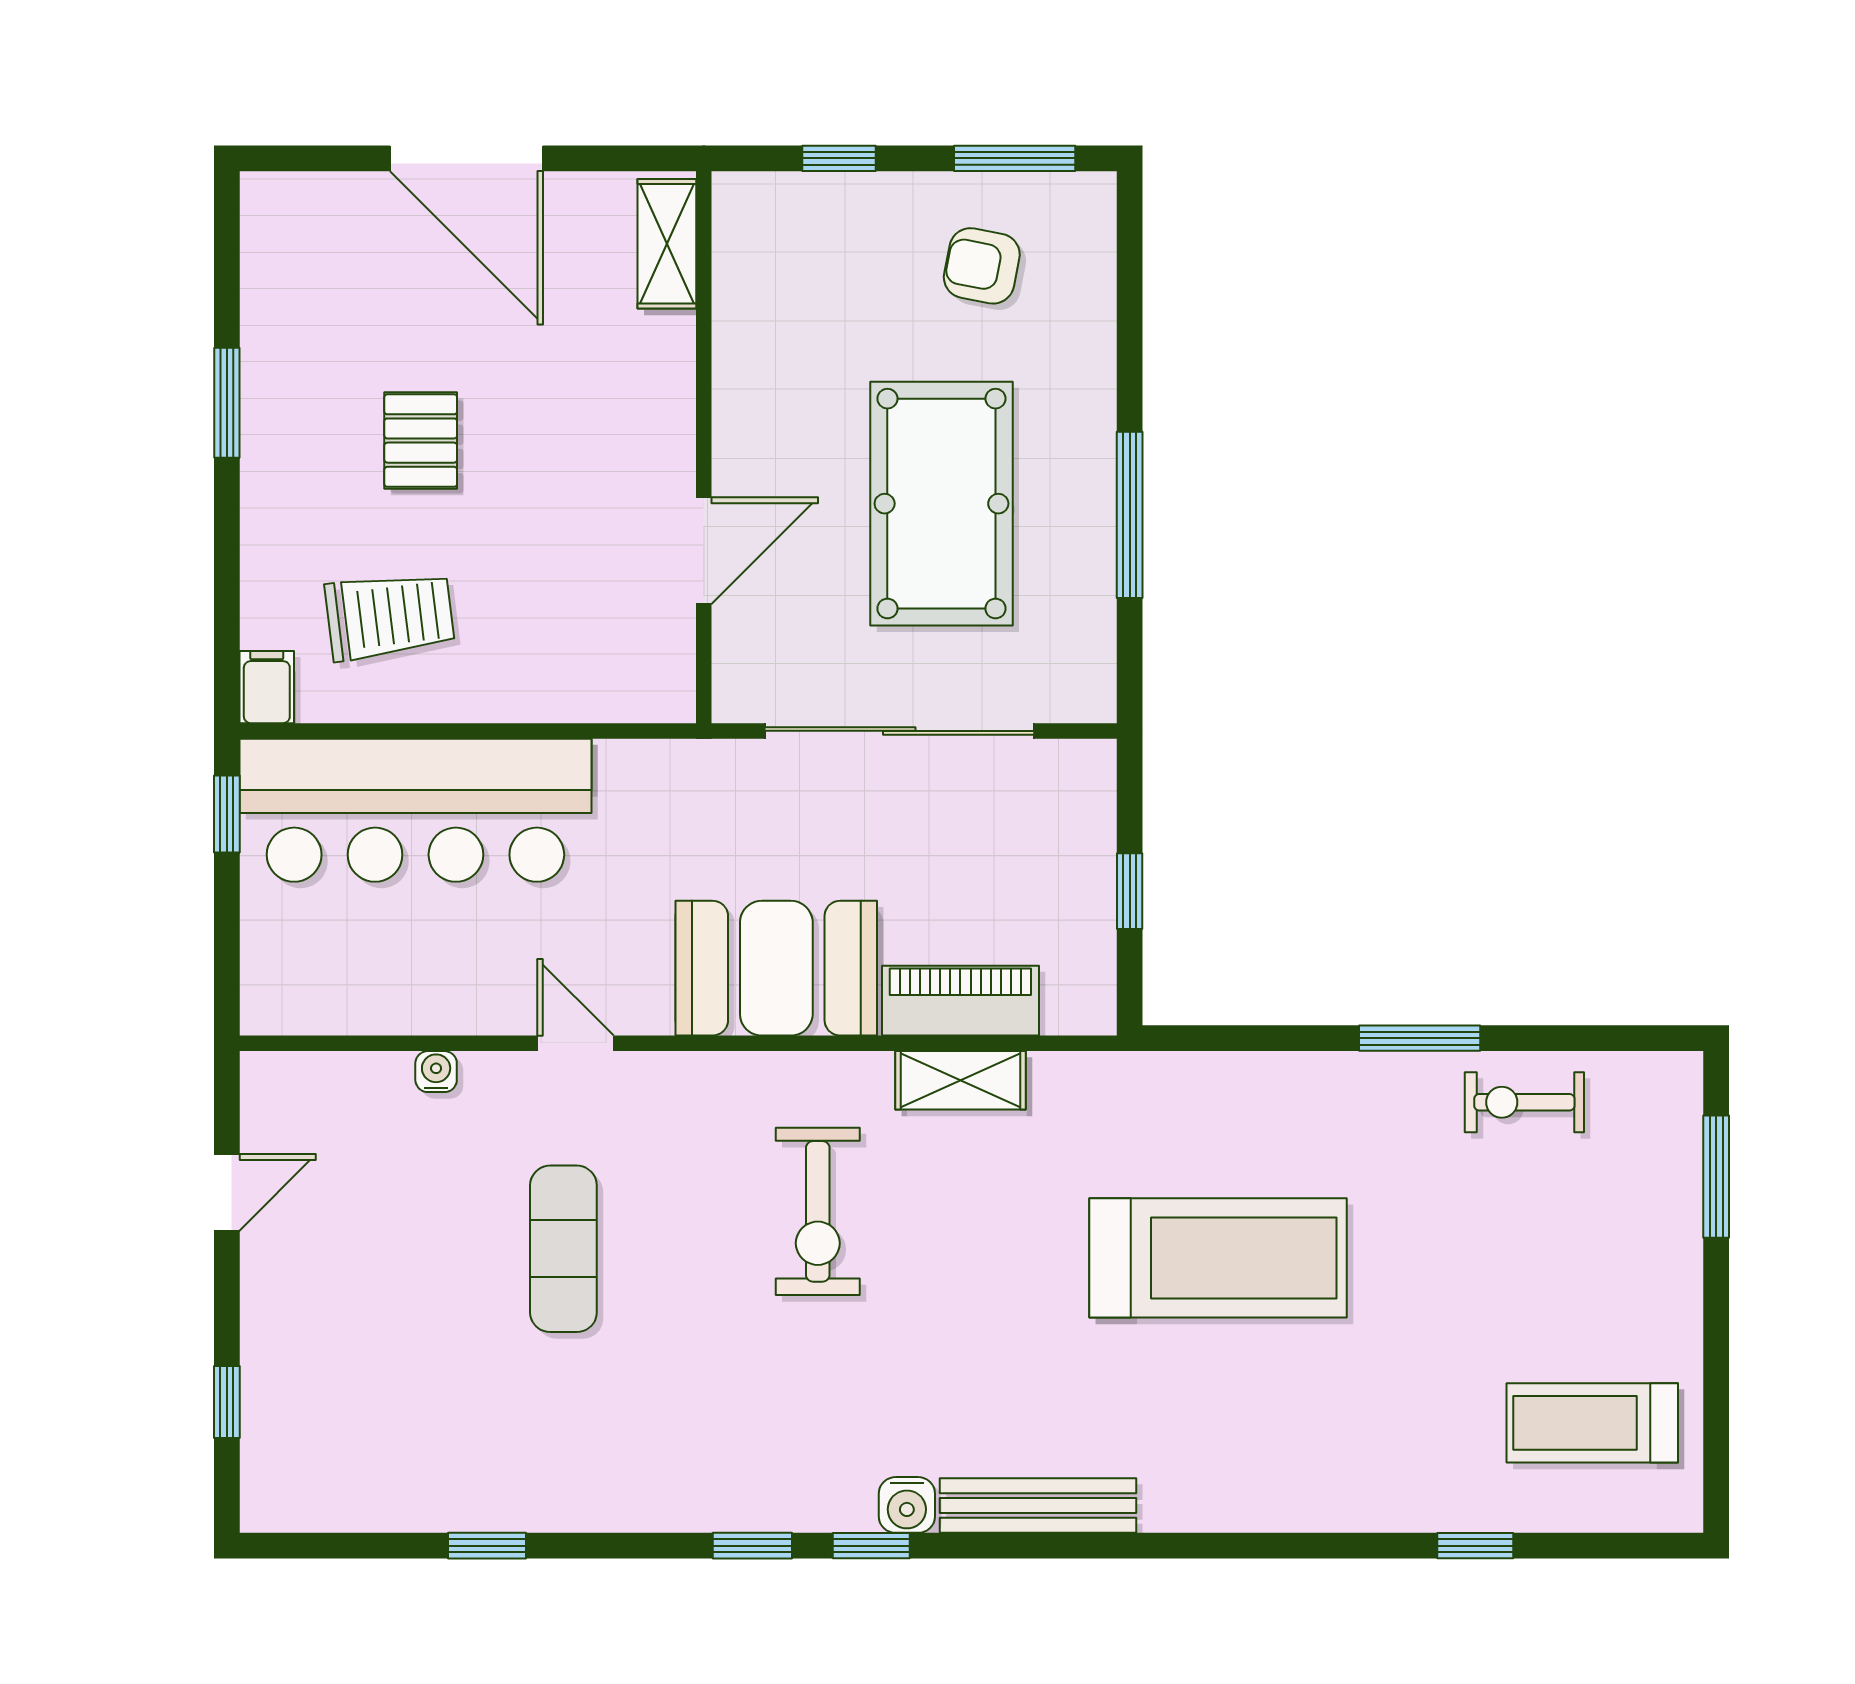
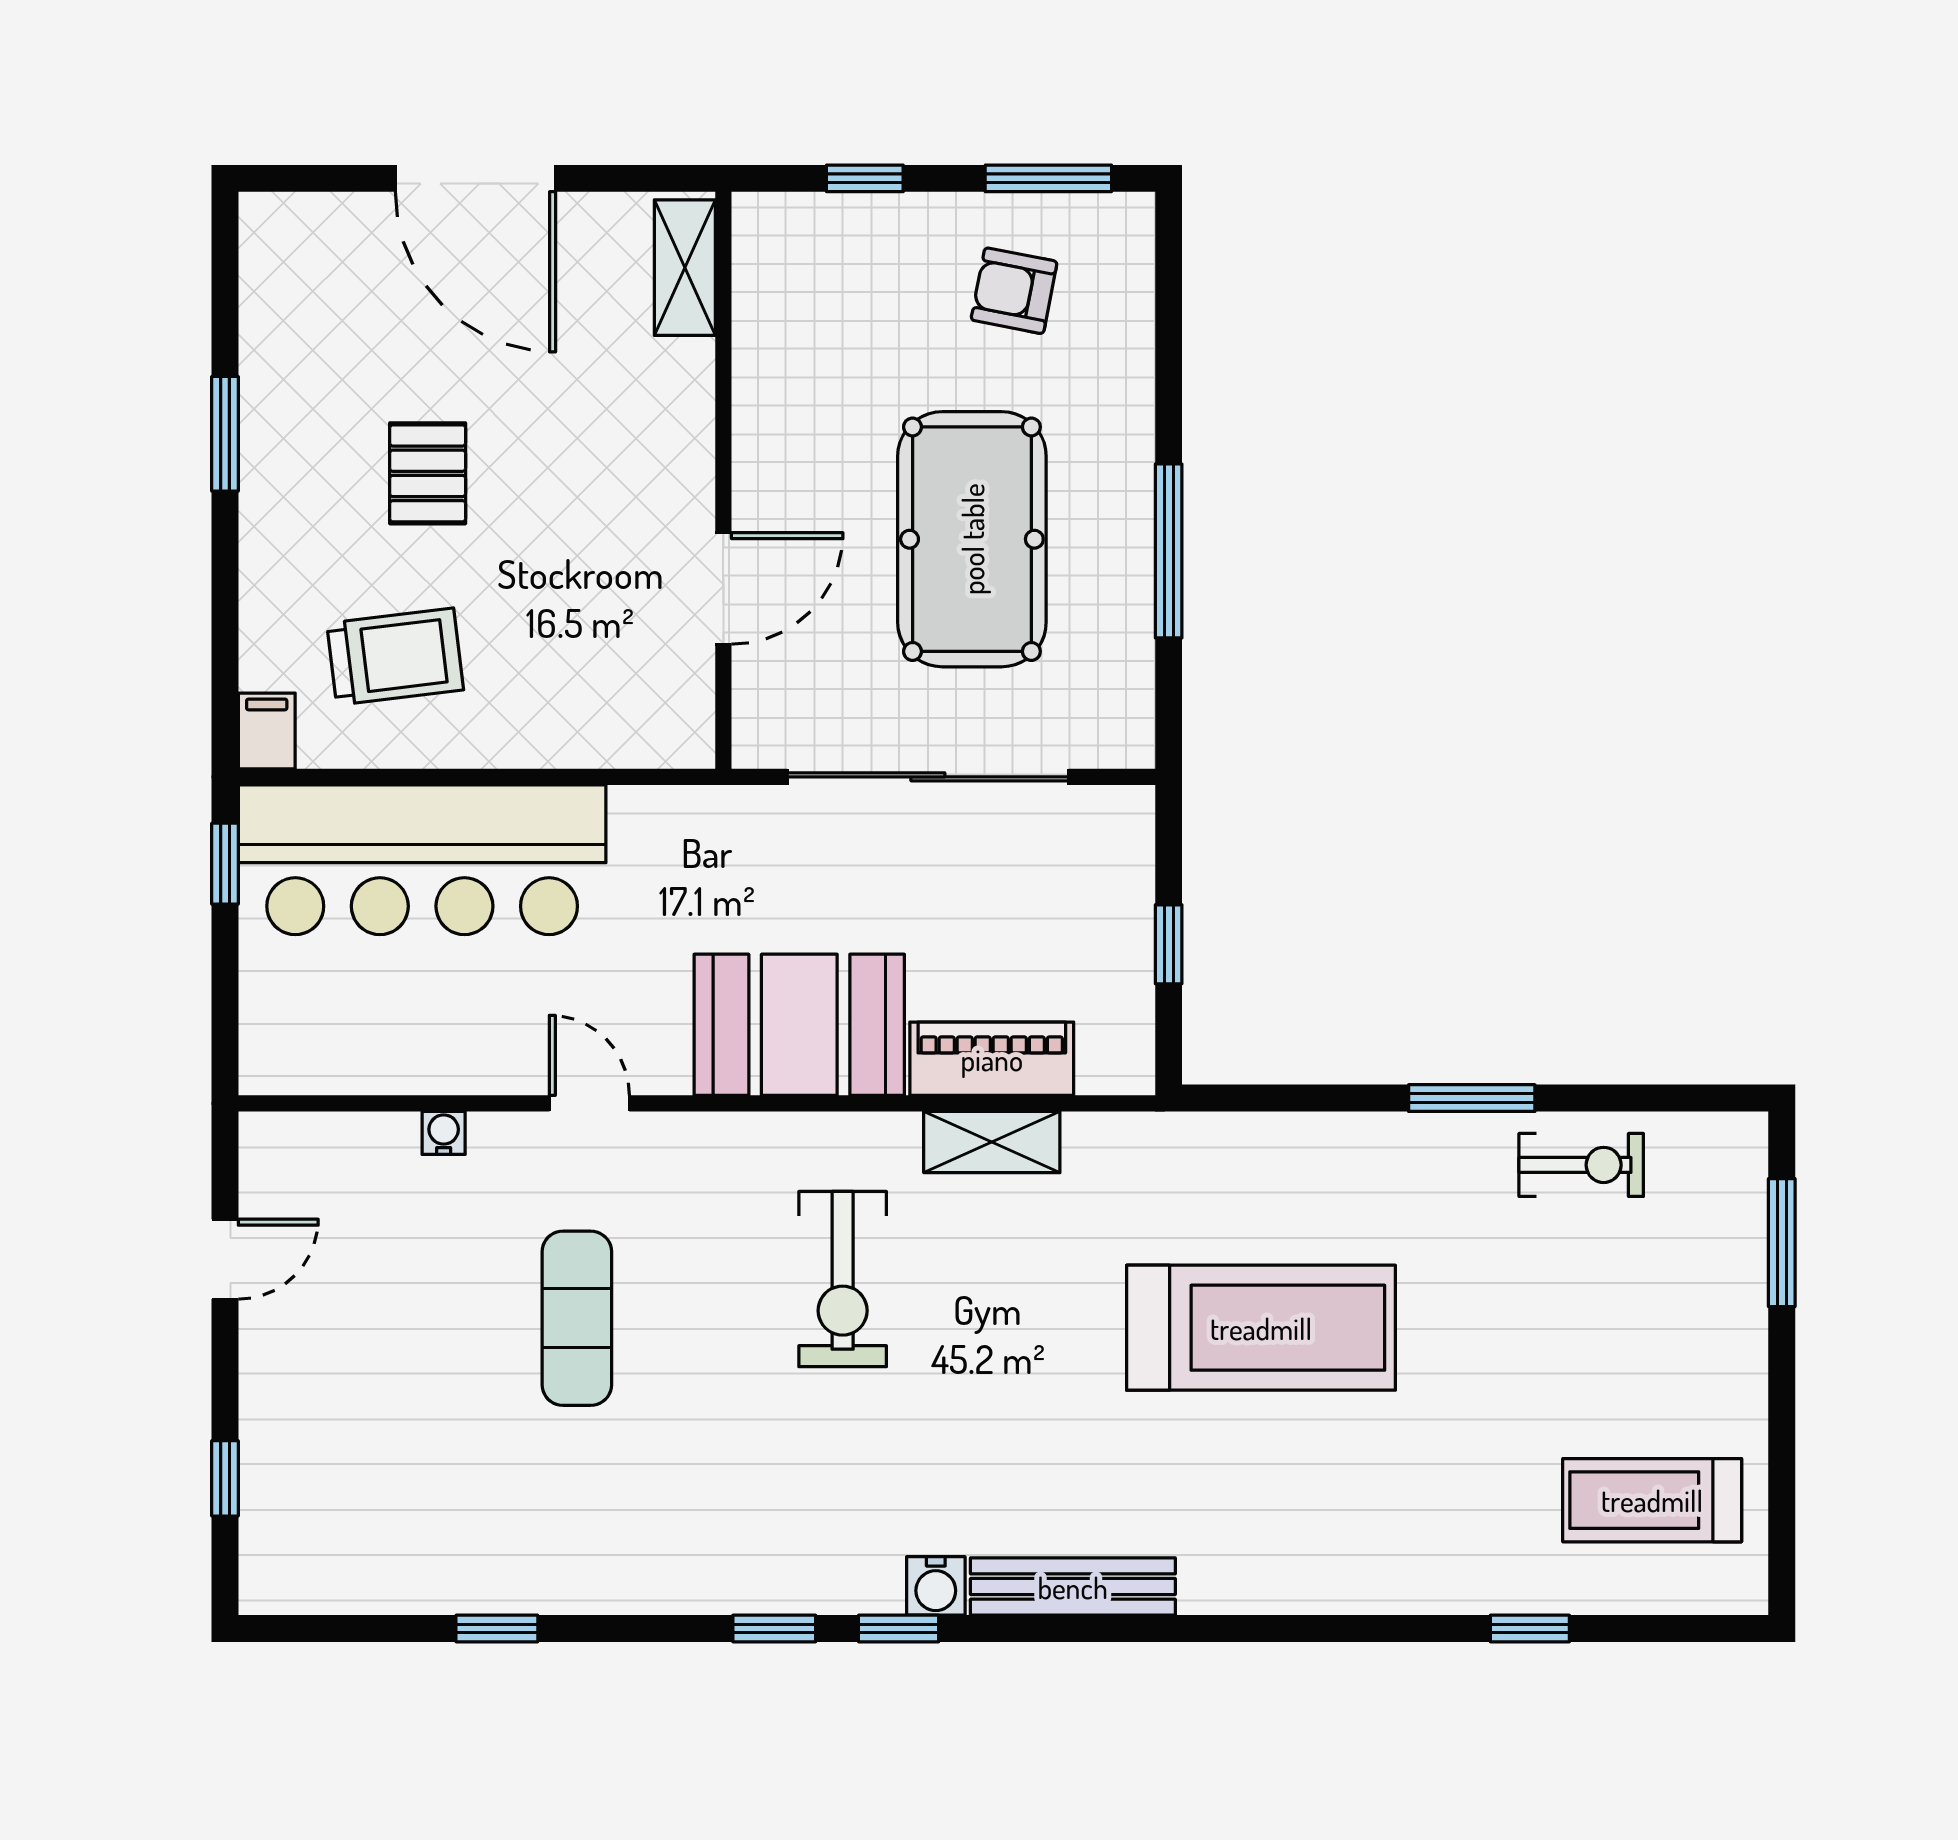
exercise bike: (1524, 1102) -> (1581, 1165), turned 180

